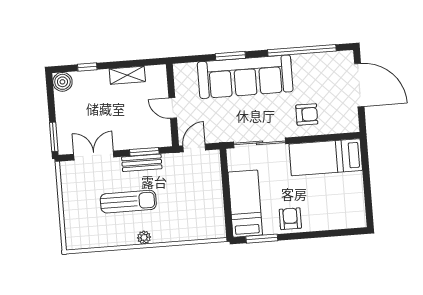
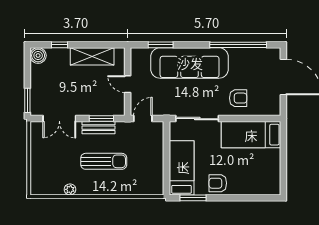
window: (230, 56) -> (161, 45), moved
shelving: (127, 75) -> (92, 56), width x1.50, depth x1.33
double door: (94, 156) -> (59, 119), swing flipped
sun lounger: (128, 202) -> (104, 161), moved
armchair: (290, 219) -> (218, 183), turned -90
plant: (144, 237) -> (70, 189), moved

